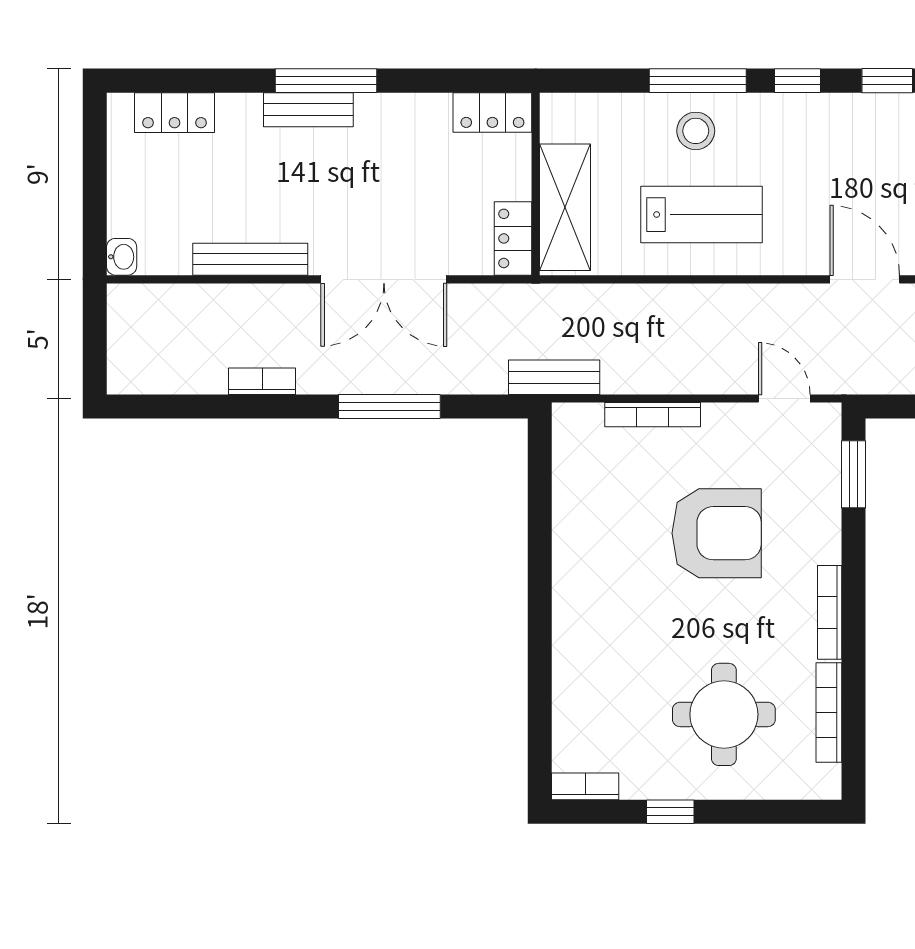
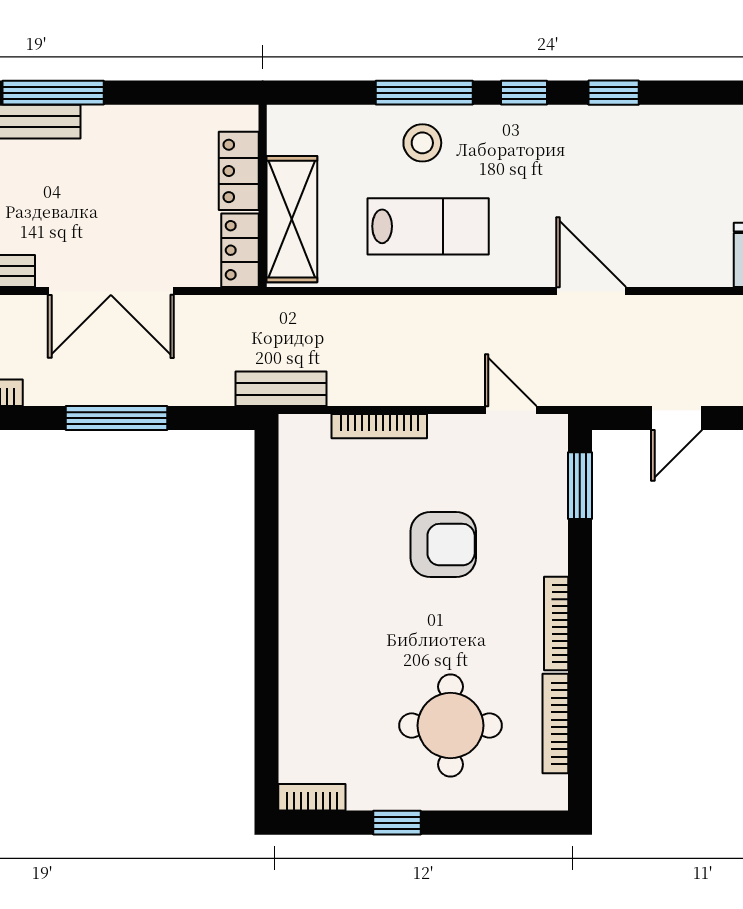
locker: (492, 112) -> (239, 171), moved, turned 90
armchair: (717, 533) -> (443, 545), width x0.73, depth x0.73

